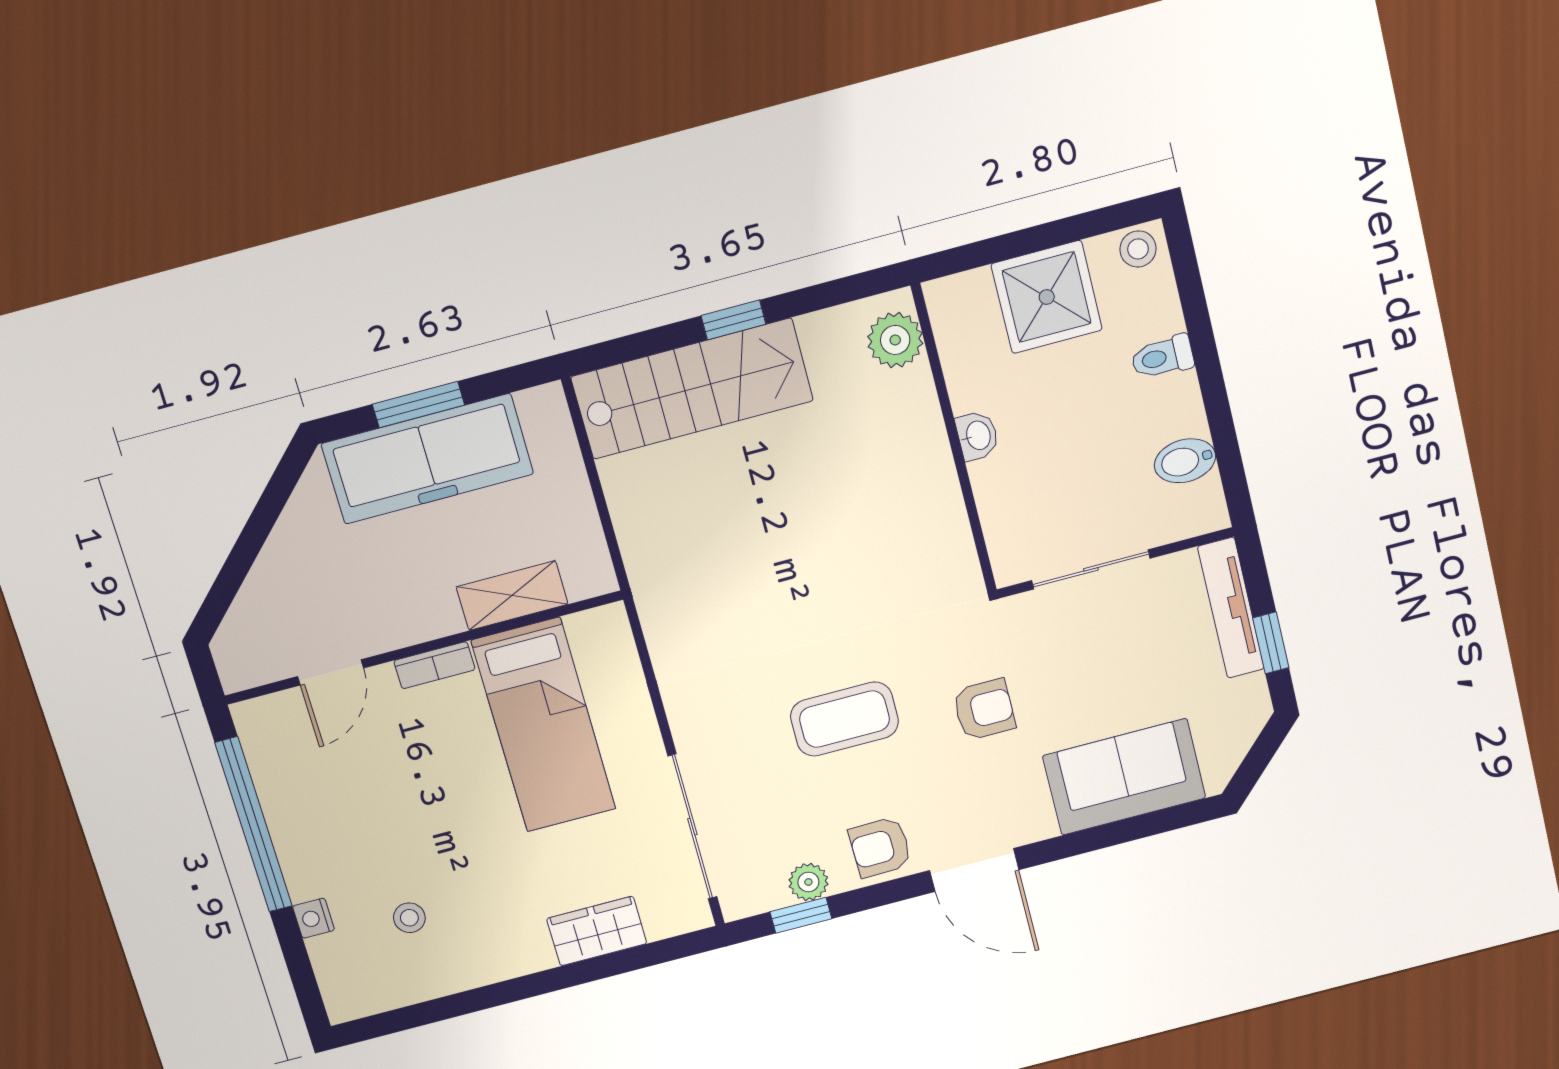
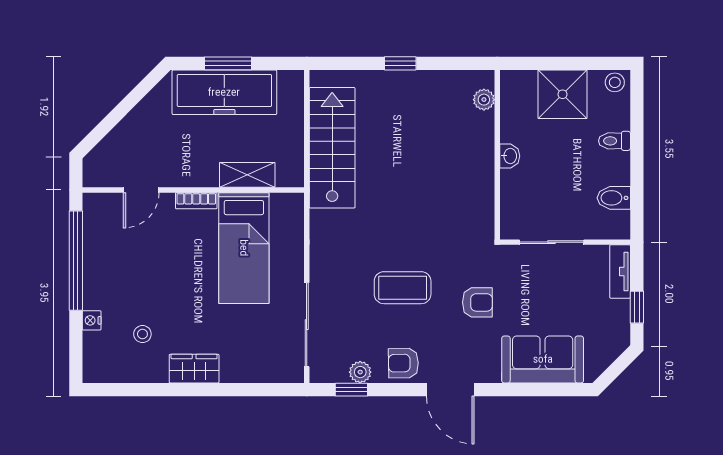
plant: (895, 340) -> (484, 100), width x0.73, depth x0.73
stairs: (692, 389) -> (332, 148), moved, turned -90
tv unit: (1231, 608) -> (620, 272), width x0.71
wardrobe: (597, 931) -> (194, 369), moved

